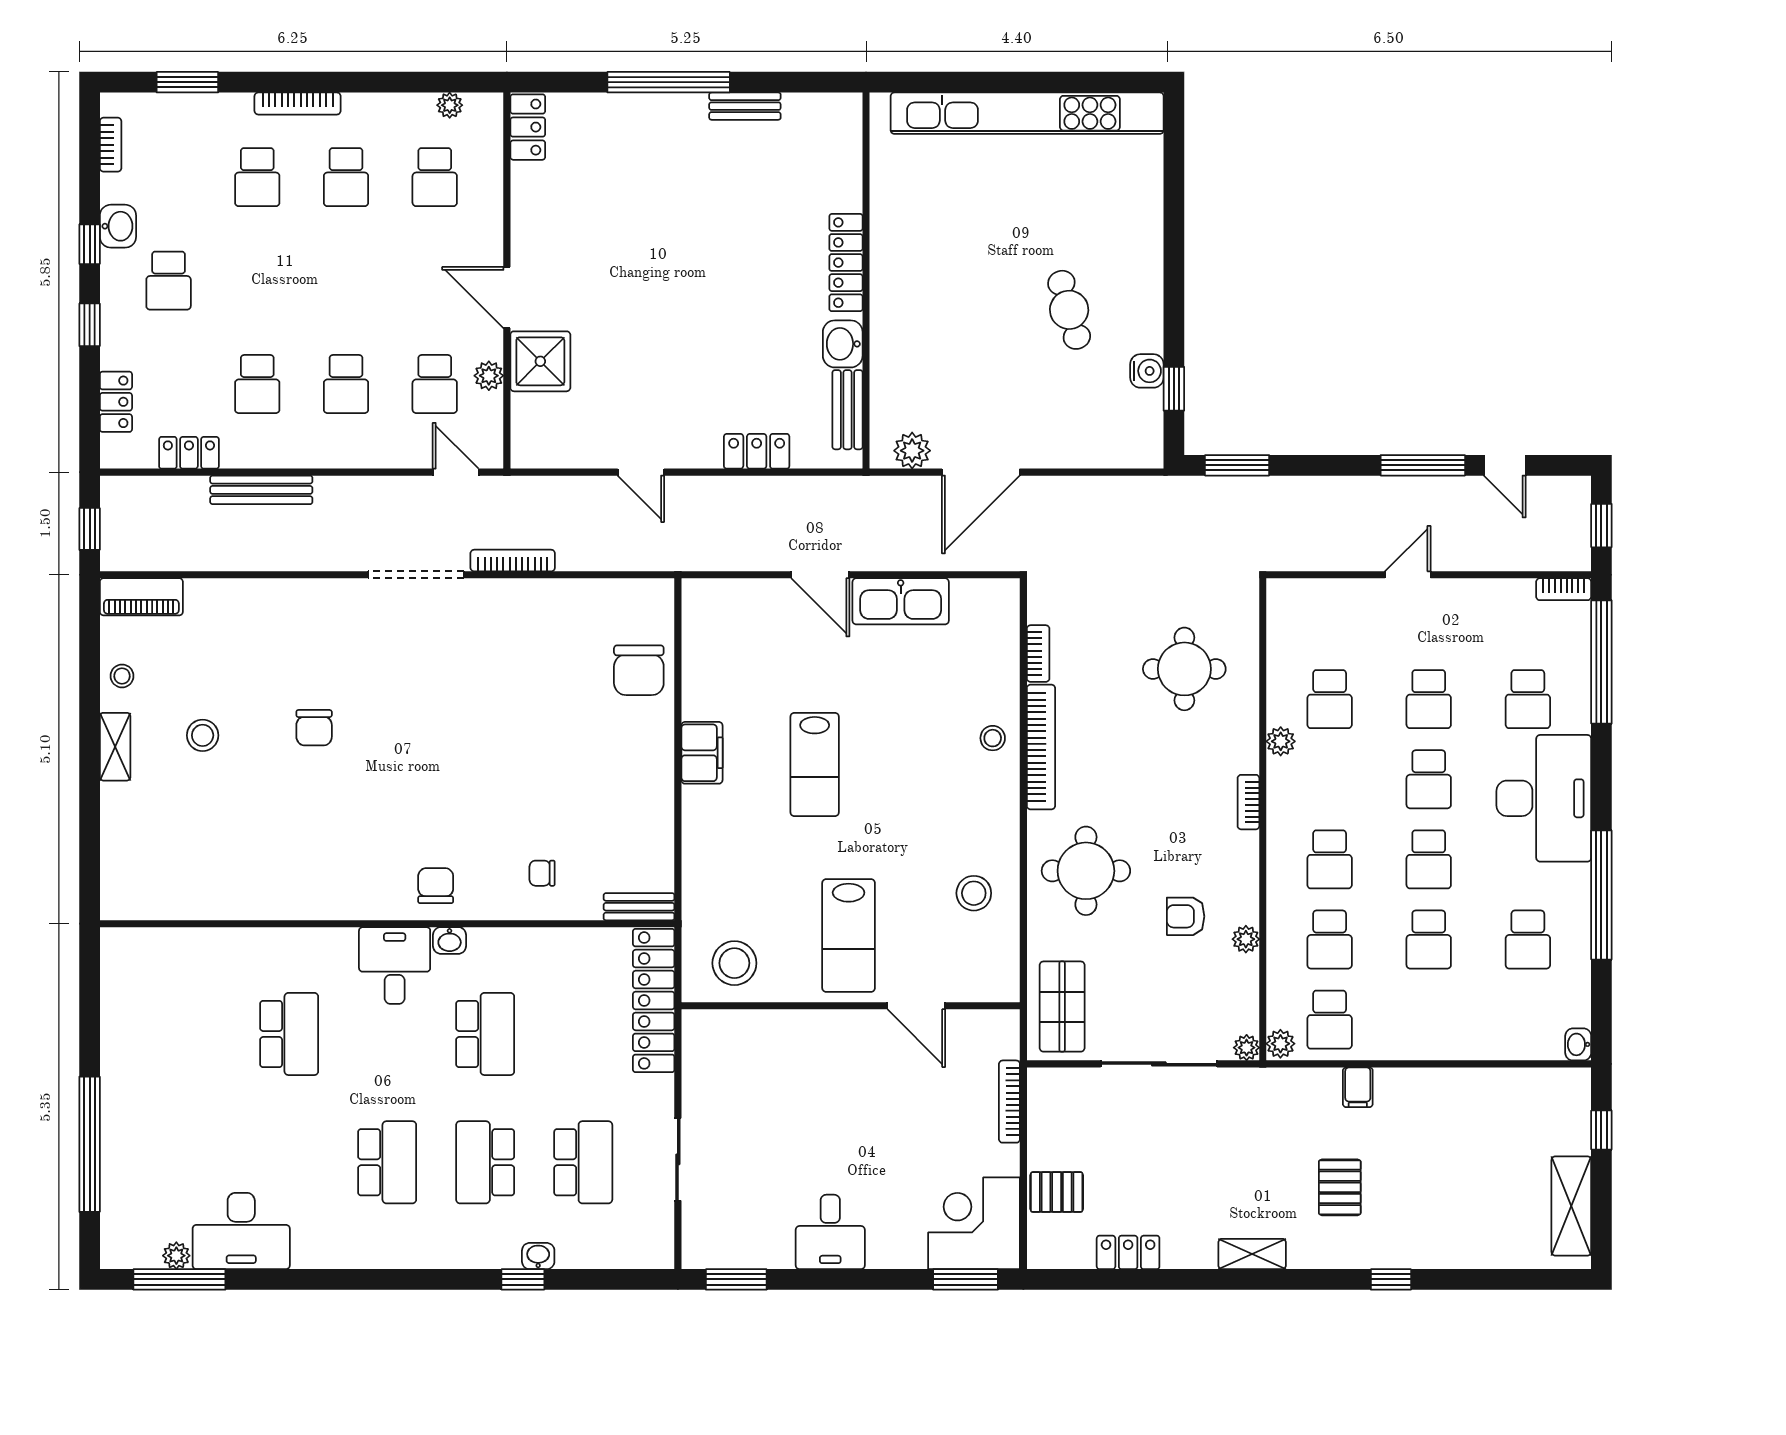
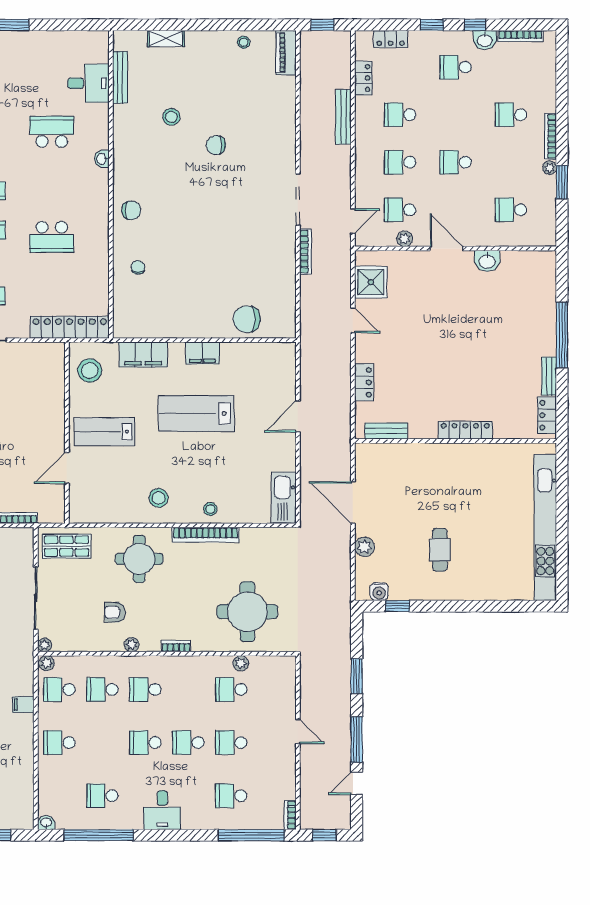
window: (187, 82) -> (562, 182), moved
plant: (450, 105) -> (550, 168), moved
locker: (528, 127) -> (547, 415), moved, turned 90
bookcase: (111, 145) -> (520, 36), width x1.56
school desk: (346, 177) -> (456, 162), moved
door: (507, 298) -> (446, 248), hinge flipped
cafe table: (1069, 310) -> (440, 550), turned -74
washbasin: (843, 344) -> (487, 261), moved, turned 180
shower: (540, 361) -> (371, 282), moved
water cooler: (1147, 371) -> (379, 592), moved
plant: (912, 451) -> (364, 547), moved
window: (1237, 465) -> (357, 676), moved
door: (641, 472) -> (353, 320), swing flipped
kitchen sink: (901, 601) -> (284, 498), moved
bookcase: (1038, 654) -> (256, 533), removed
round table: (1184, 669) -> (247, 612), width x1.36, depth x1.36
stool: (203, 735) -> (171, 117), moved
plant: (1281, 741) -> (241, 663), moved
shelving: (115, 747) -> (166, 38), moved
lab bench: (815, 764) -> (196, 413), width x1.36, depth x1.39
desk: (1544, 798) -> (162, 810), width x0.53, depth x0.77
filing cabinet: (705, 863) -> (143, 355), added
stool: (974, 893) -> (159, 498), moved
window: (1601, 895) -> (99, 835), moved
bench: (639, 907) -> (120, 77), moved, width x1.36
armchair: (1186, 916) -> (115, 612), turned -90
plant: (1246, 939) -> (132, 645), moved
washbasin: (450, 940) -> (102, 159), moved
school desk: (1429, 940) -> (59, 743), moved
desk: (395, 966) -> (88, 83), moved
school desk: (289, 1034) -> (52, 132), turned 180

